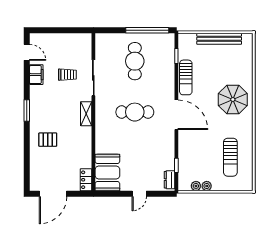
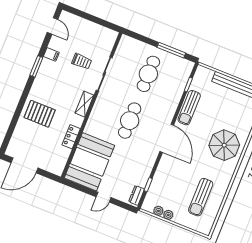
window: (147, 30) -> (171, 50), width x0.68
filing cabinet: (36, 75) -> (51, 54), width x0.50
window: (27, 110) -> (36, 66), moved
cafe table: (135, 112) -> (130, 121), turned 90
pallet: (48, 140) -> (40, 114), width x1.50, depth x1.42
booth: (107, 173) -> (89, 162), width x1.36, depth x1.42
locker: (86, 180) -> (71, 137), moved

